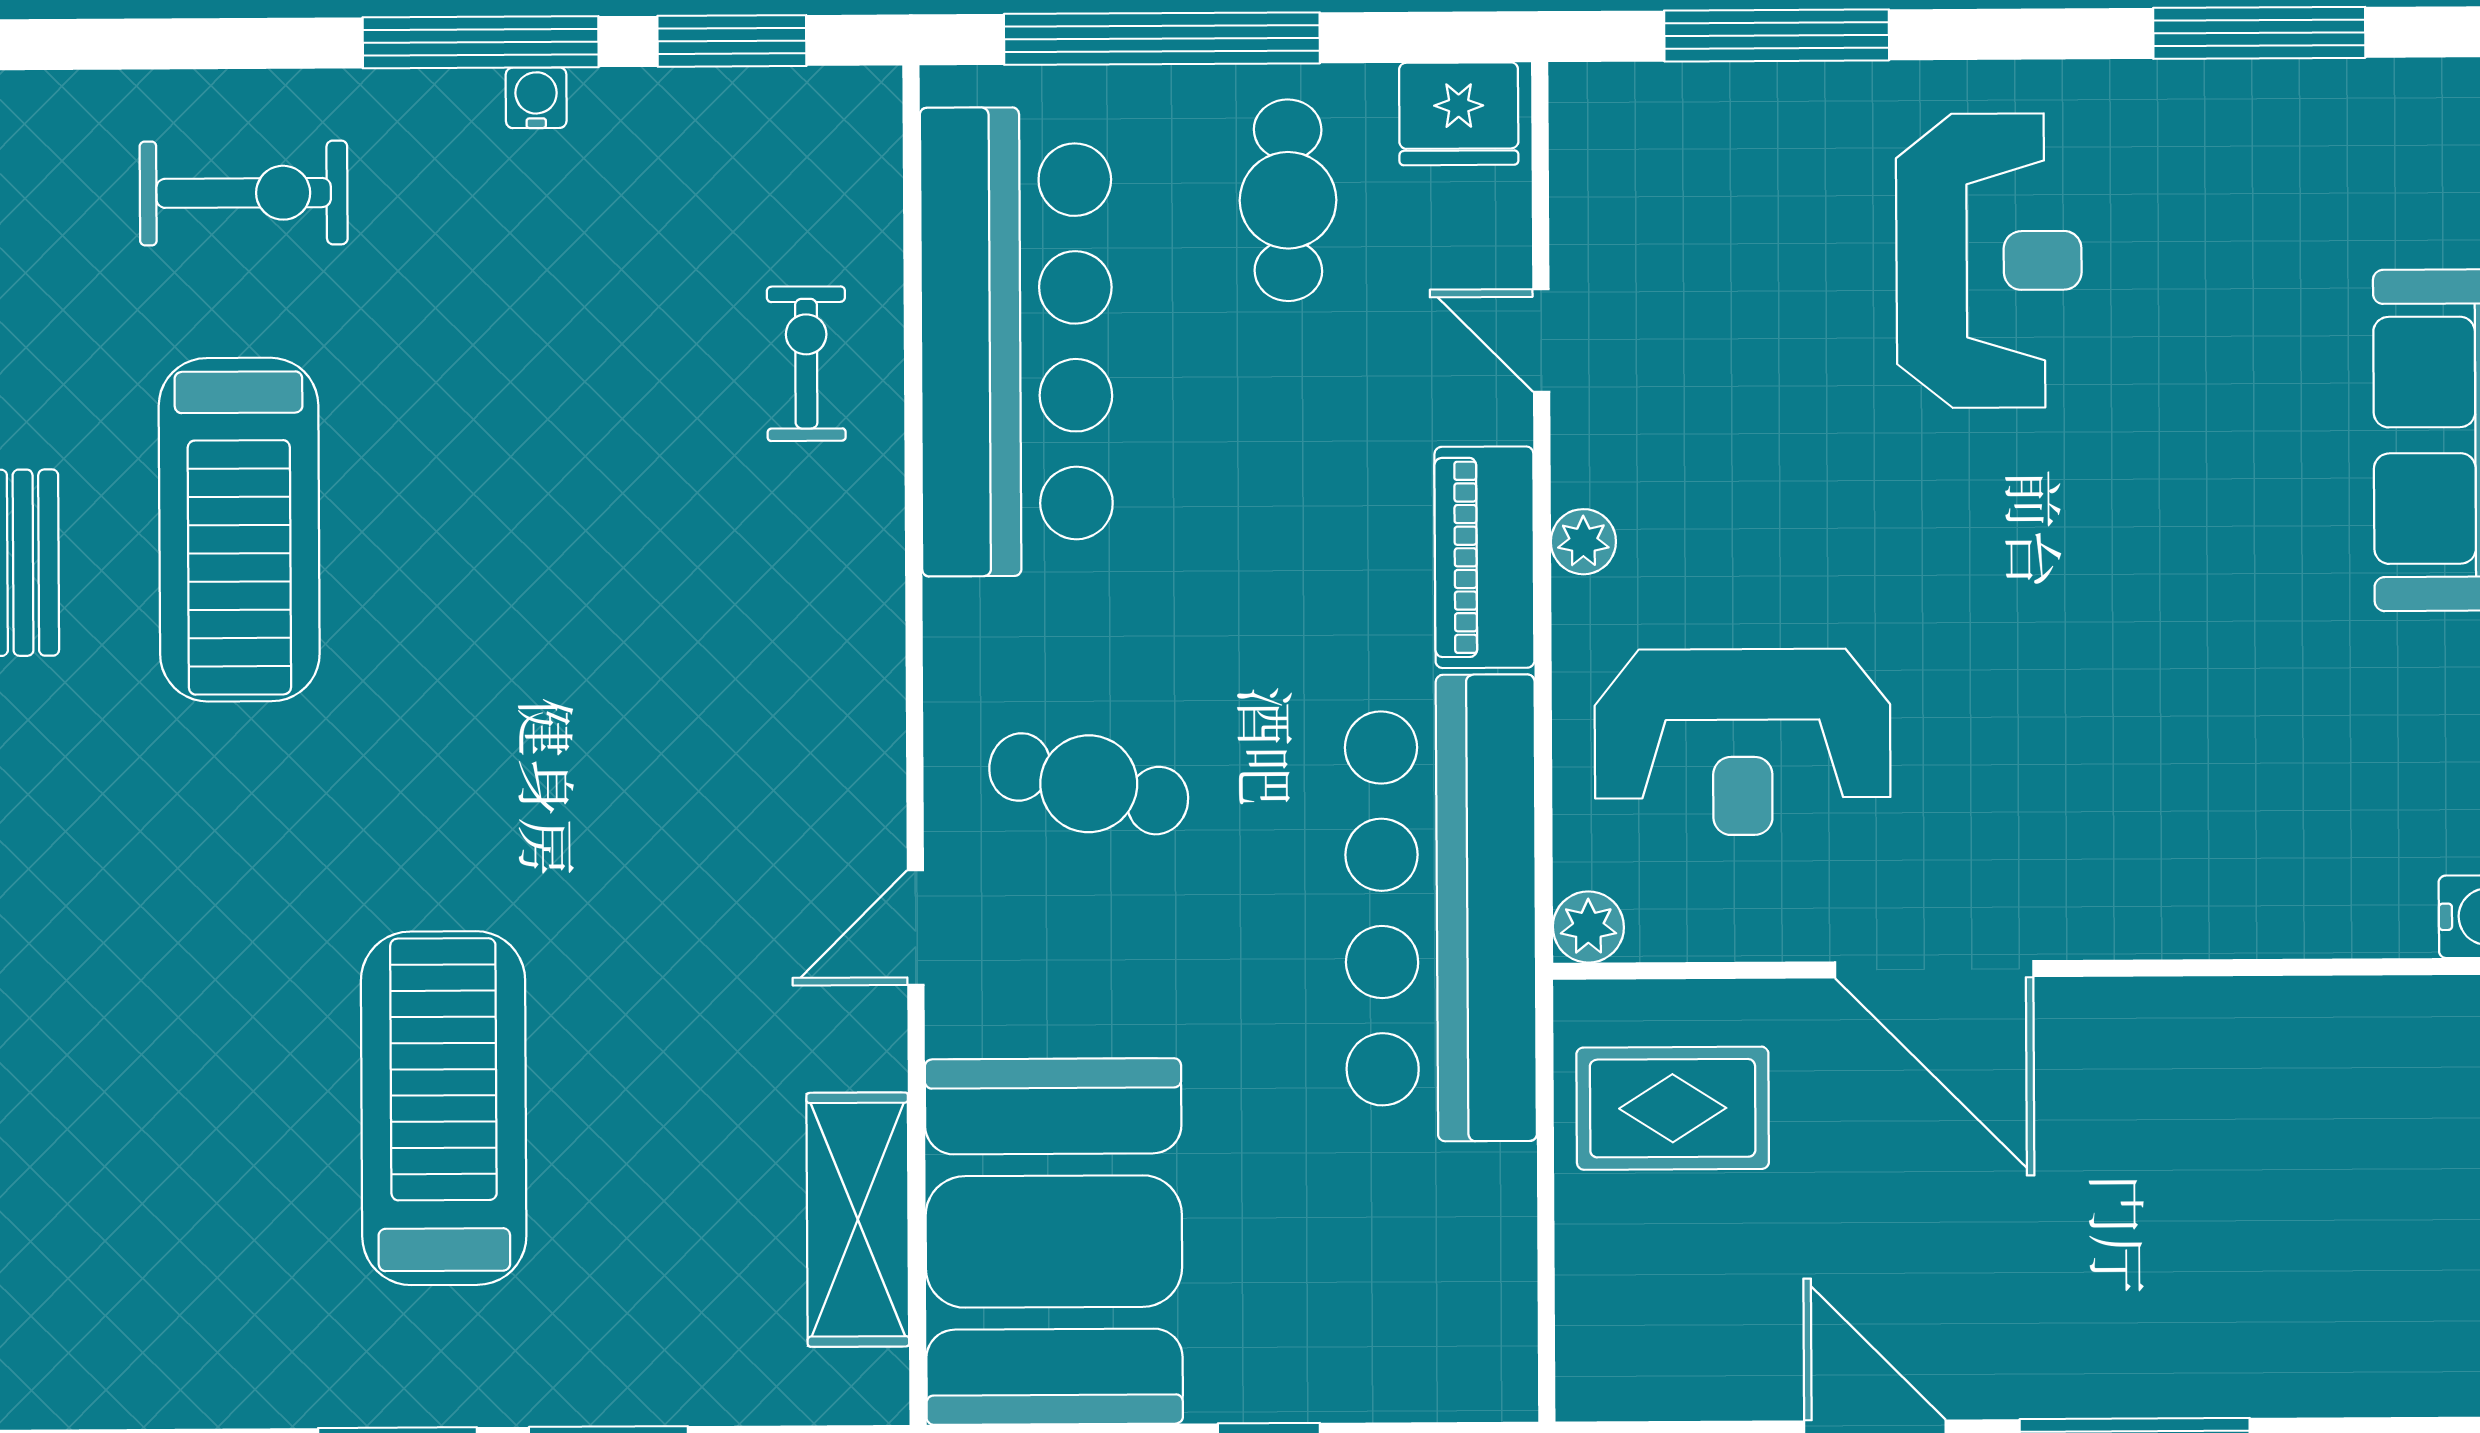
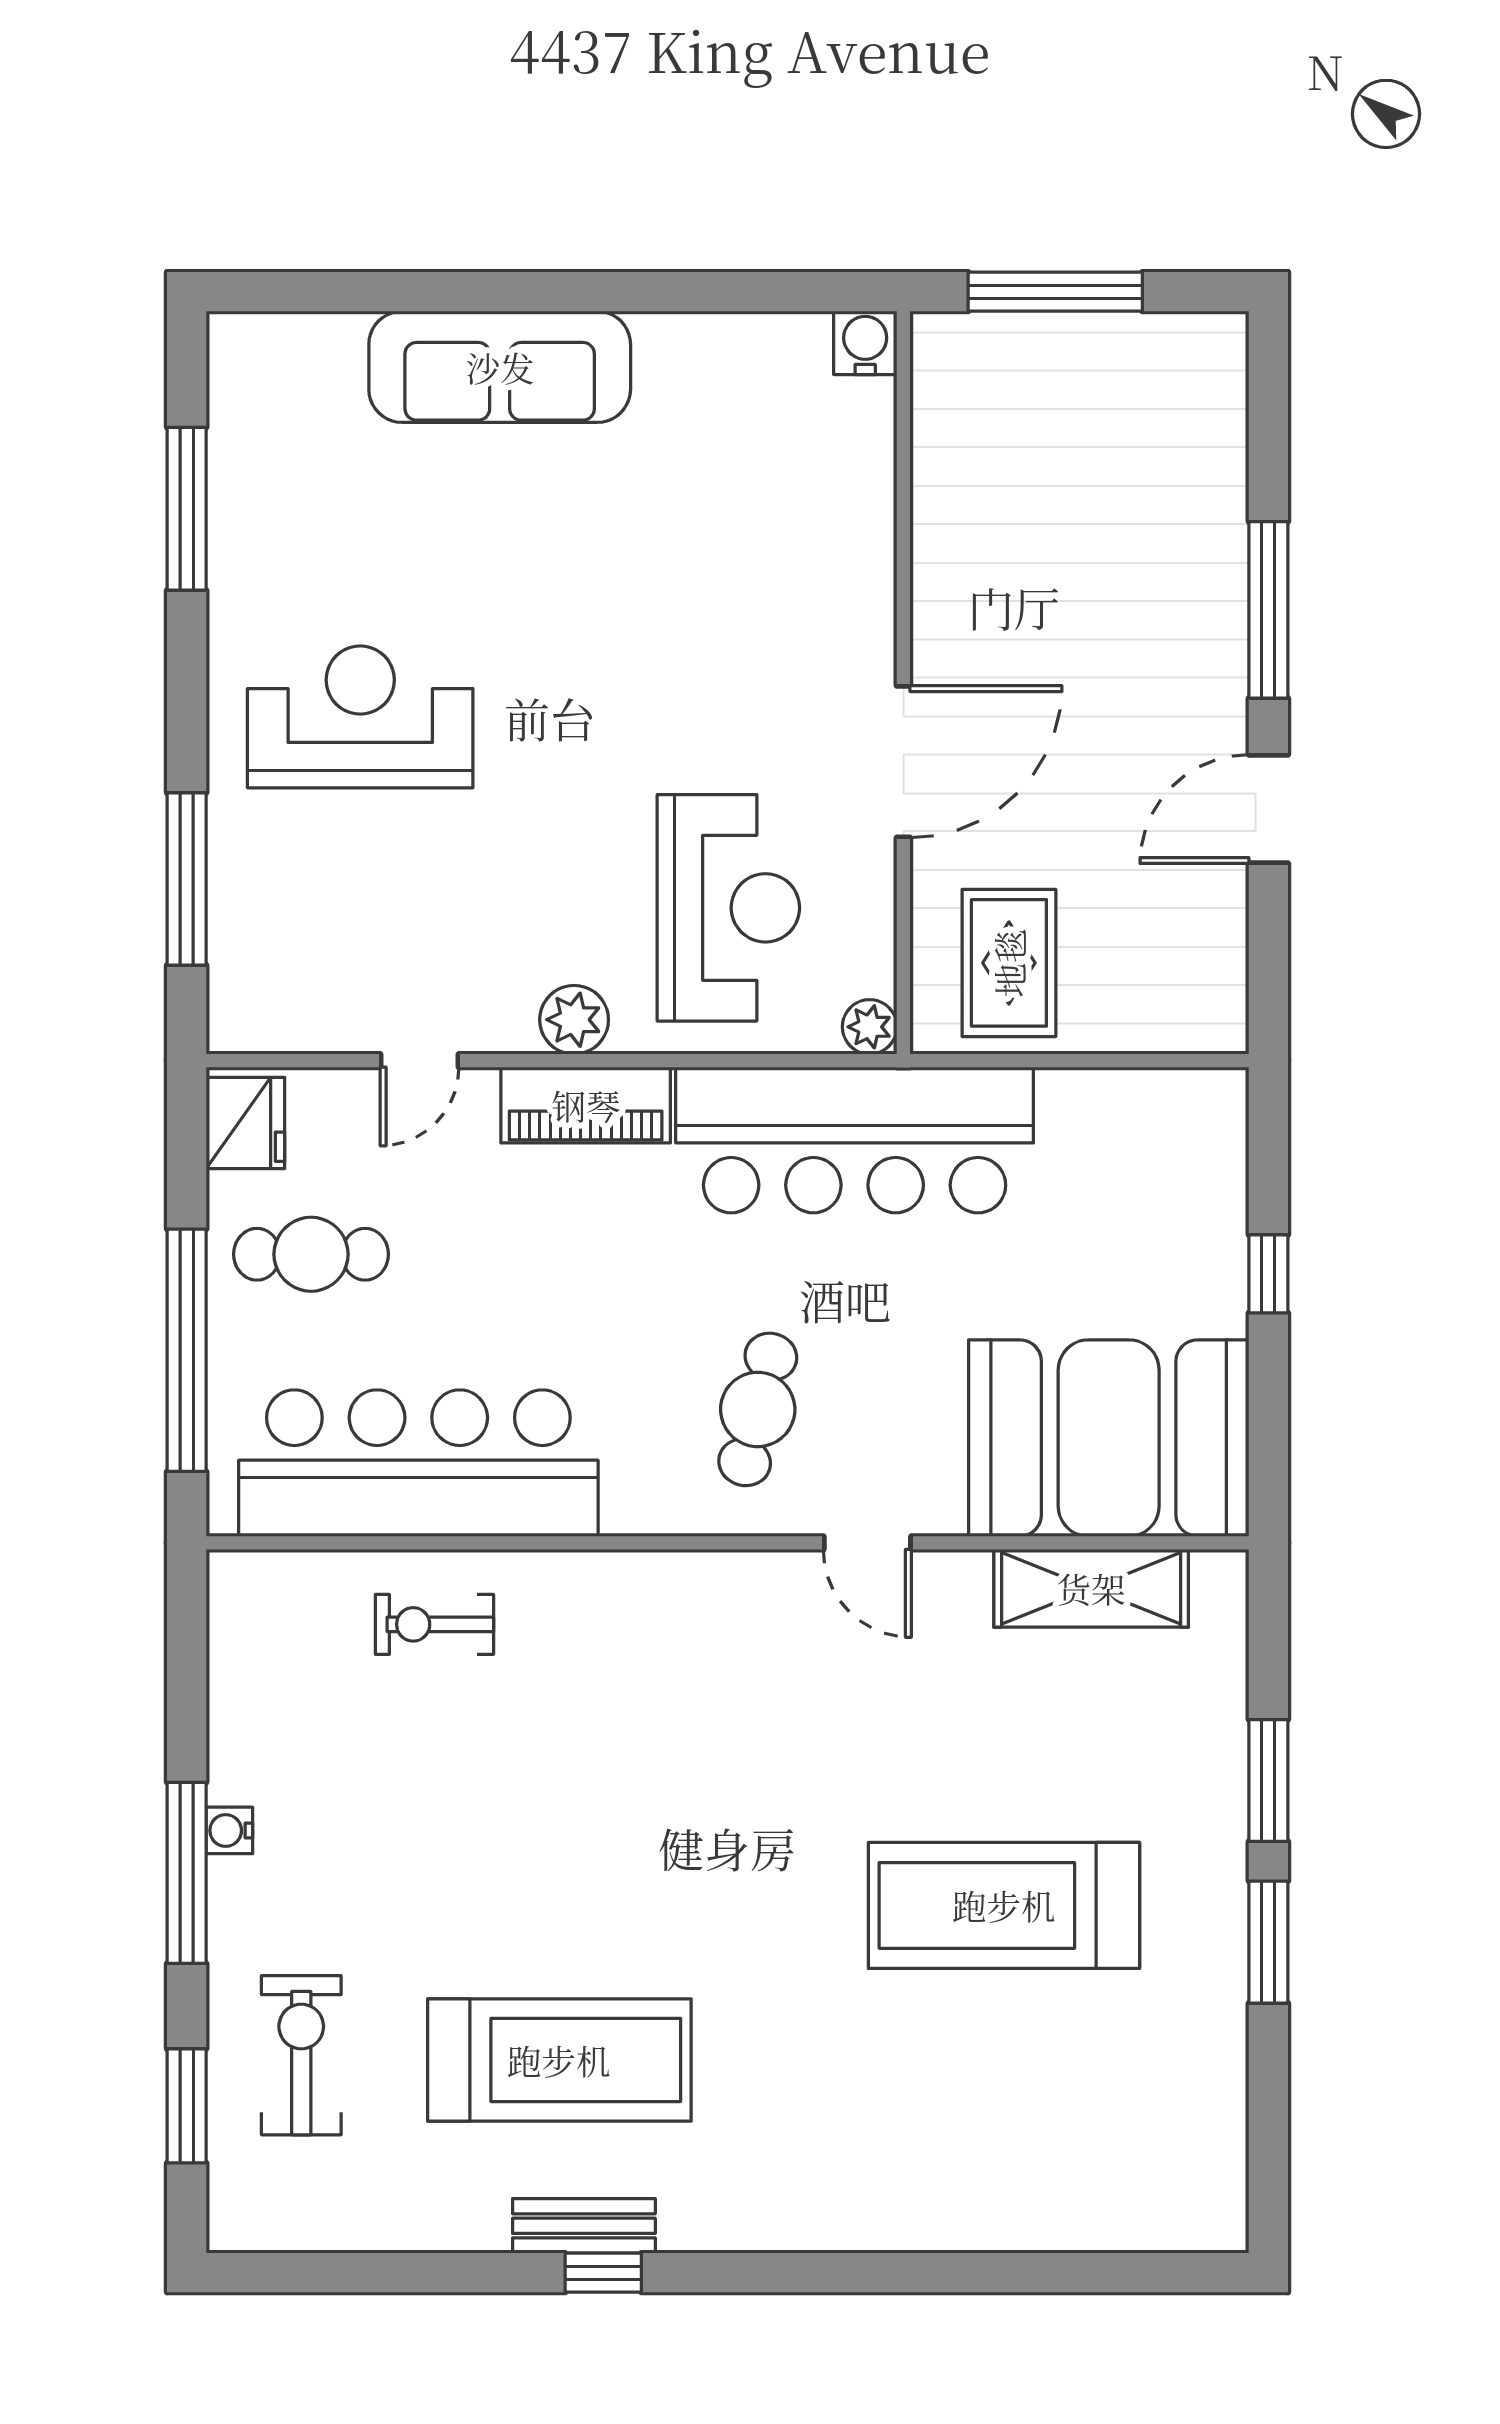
window: (732, 41) -> (187, 2106), moved
plant: (1583, 542) -> (574, 1020), width x1.38, depth x1.38

